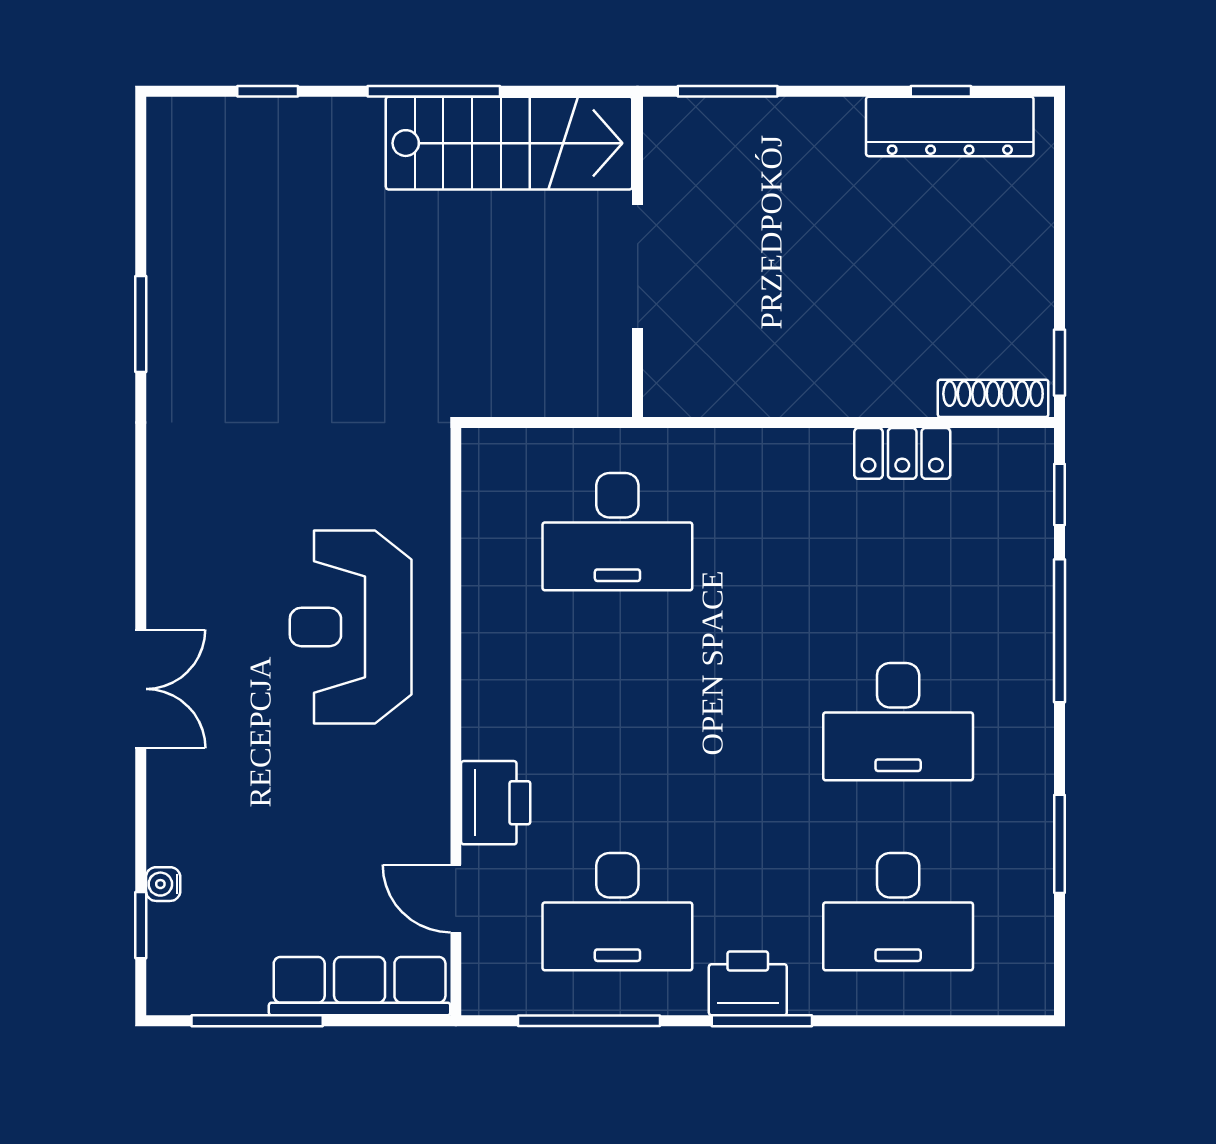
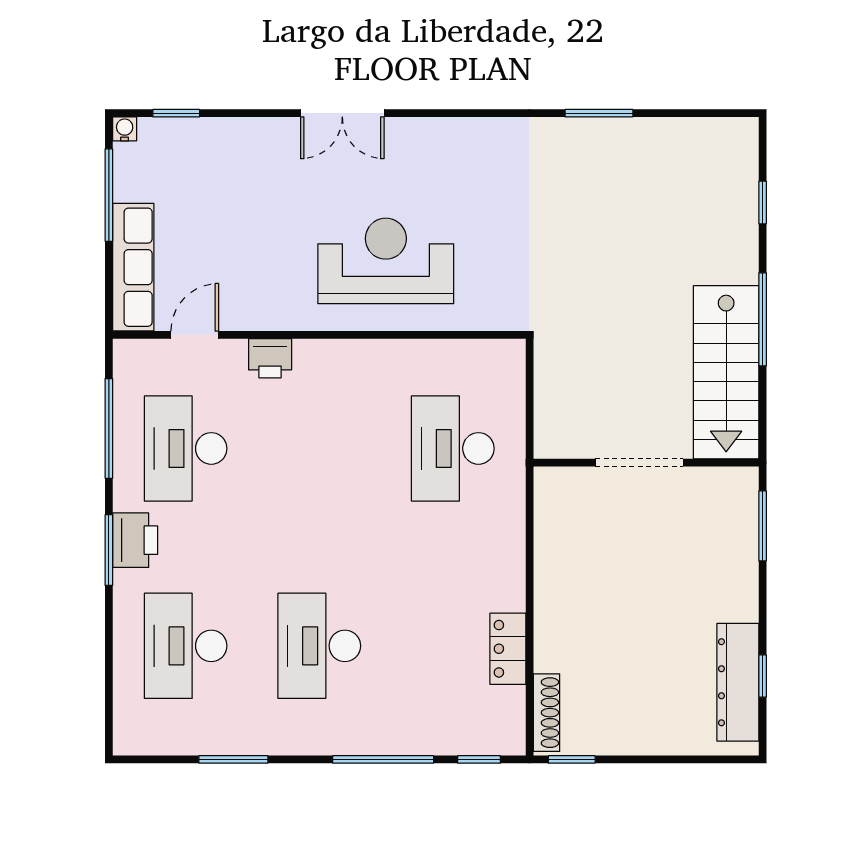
printer: (496, 803) -> (270, 358), width x0.73, depth x0.81
water cooler: (163, 884) -> (125, 129), moved

